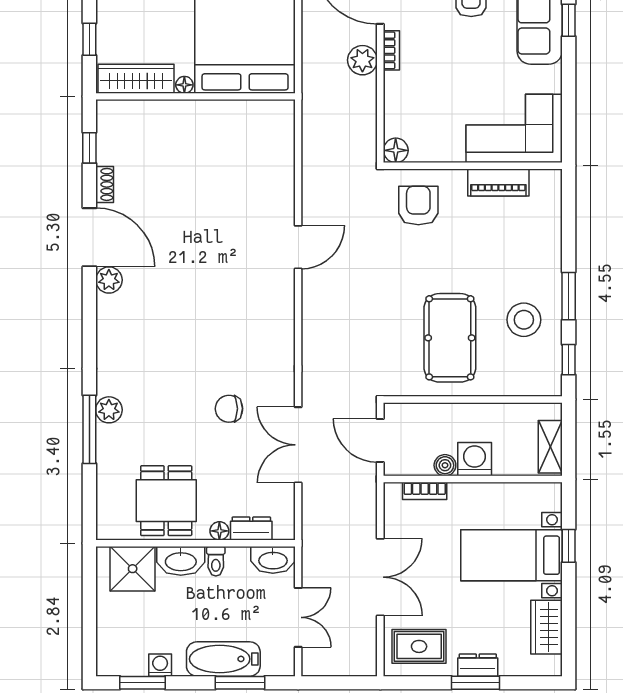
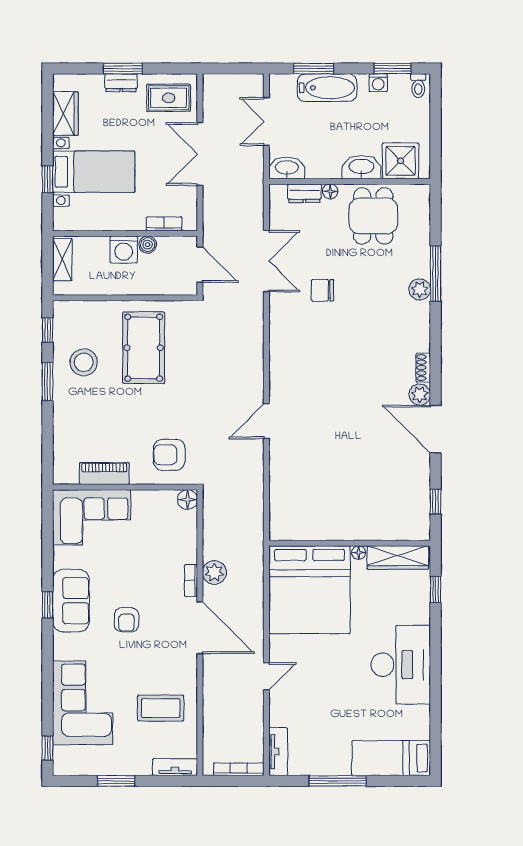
shoe rack: (105, 184) -> (423, 368), moved
armchair: (418, 206) -> (169, 455), turned 90
chair: (229, 409) -> (323, 290), turned 180
toilet: (216, 561) -> (418, 86), moved, turned 180

